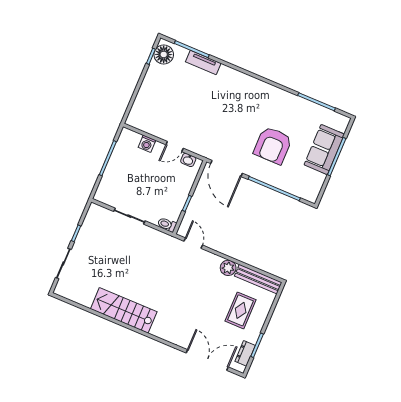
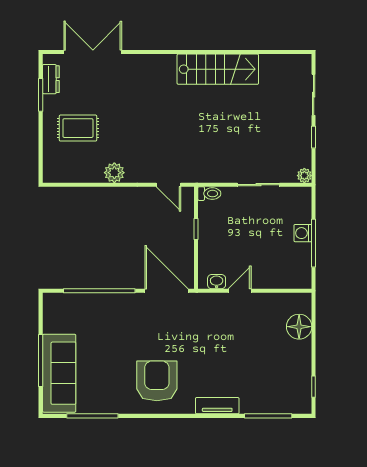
floor lamp: (164, 54) -> (299, 327), moved
tv unit: (203, 62) -> (217, 406), moved
washing machine: (147, 144) -> (303, 233), moved, turned -90
armchair: (273, 145) -> (157, 381), moved
sofa: (324, 149) -> (59, 373), width x1.36
plant: (94, 209) -> (304, 176), added
bench: (258, 279) -> (73, 174), removed
rug: (241, 310) -> (78, 128), turned 90
double door: (207, 360) -> (93, 52), swing flipped

